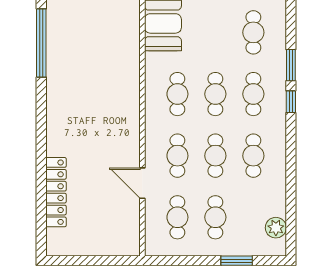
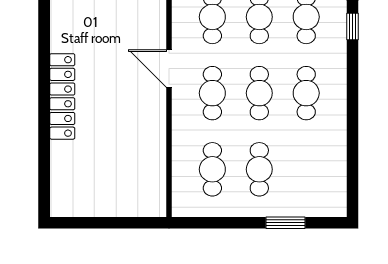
door: (142, 183) -> (169, 68), moved
locker: (56, 192) -> (62, 96), moved
plant: (276, 228) -> (334, 182), removed

